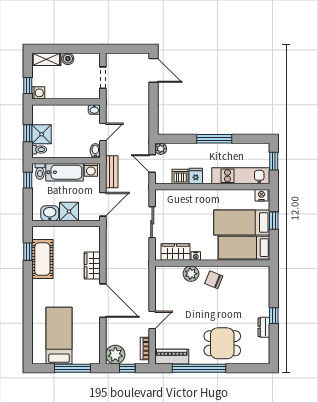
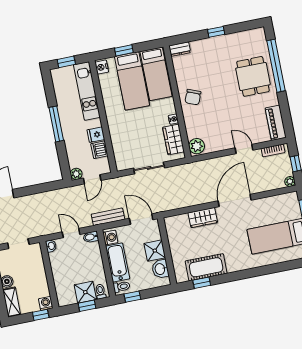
plant: (191, 274) -> (197, 146), moved
dresser: (264, 327) -> (180, 49), moved
plant: (115, 355) -> (290, 181), width x0.53, depth x0.53
window: (199, 368) -> (276, 66), moved

